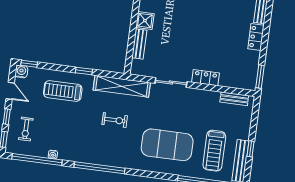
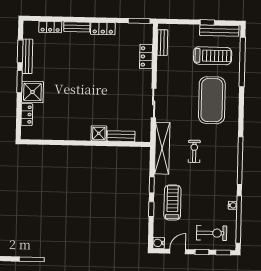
window: (29, 64) -> (151, 209), moved
locker: (206, 78) -> (146, 56), moved
treadmill: (63, 91) -> (172, 203), turned 180
exercise bike: (26, 129) -> (212, 233), width x1.38, depth x1.39

